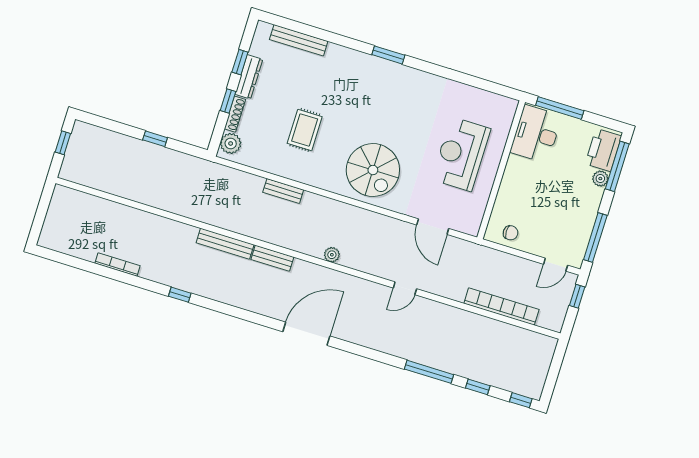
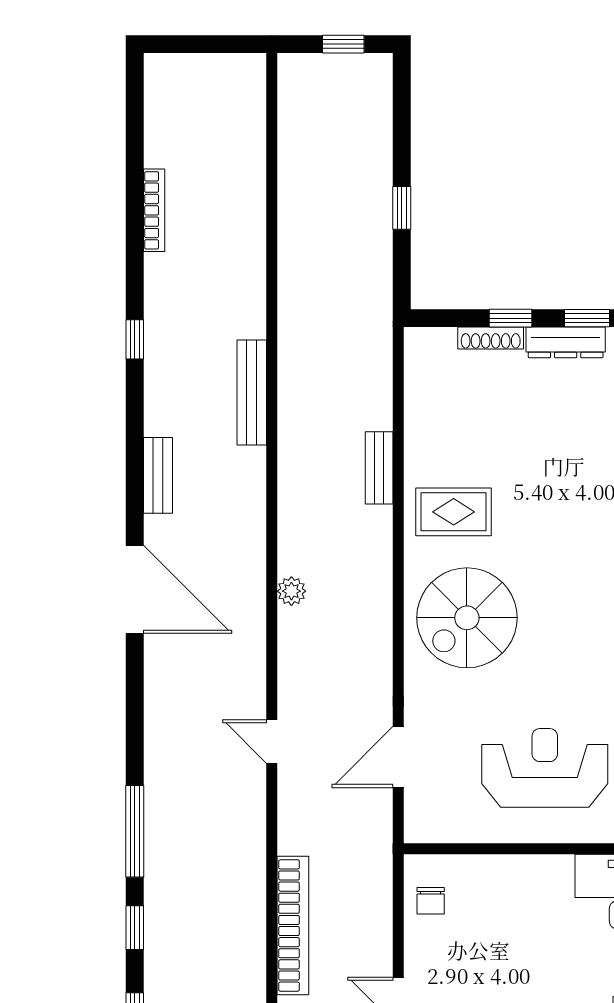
rug: (305, 130) -> (454, 512), moved
plant: (231, 143) -> (435, 347), removed
bench: (272, 258) -> (158, 475), moved

